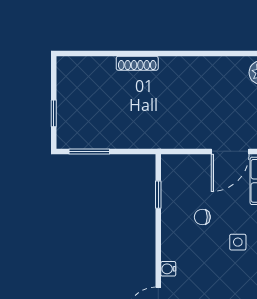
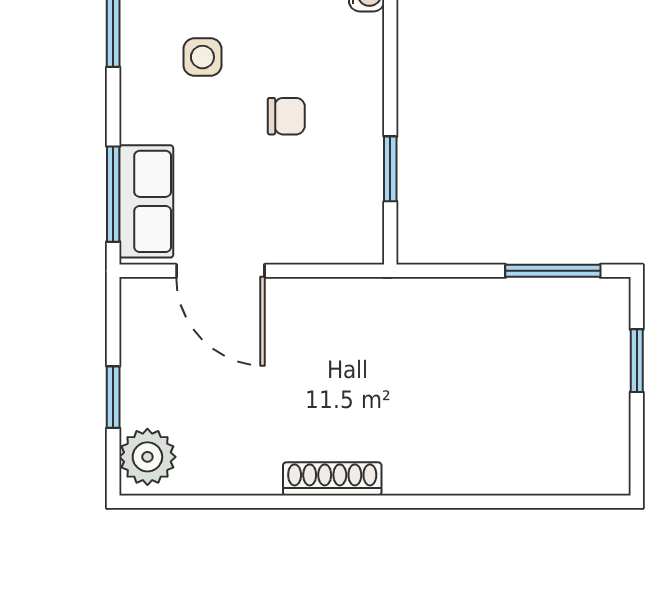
shoe rack: (137, 63) -> (332, 479), moved
door: (230, 151) -> (220, 271), swing flipped

